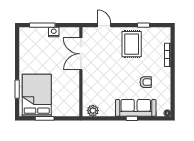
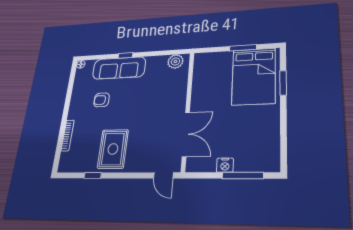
door: (104, 25) -> (163, 175), moved

